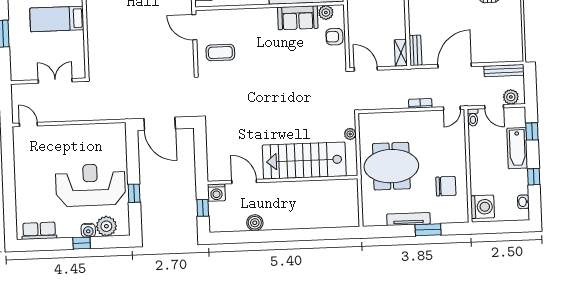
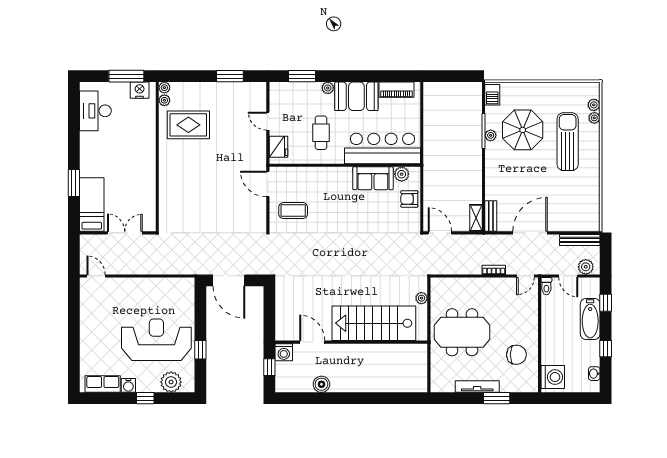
bed: (57, 19) -> (92, 204), moved, turned 90
water cooler: (88, 230) -> (128, 385), moved

